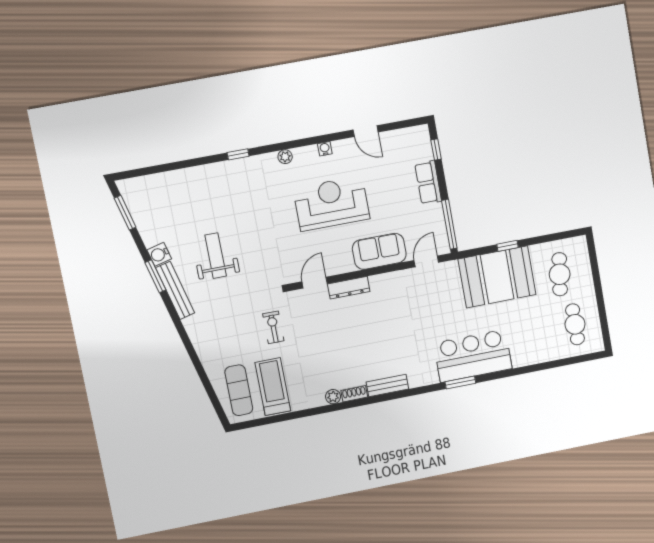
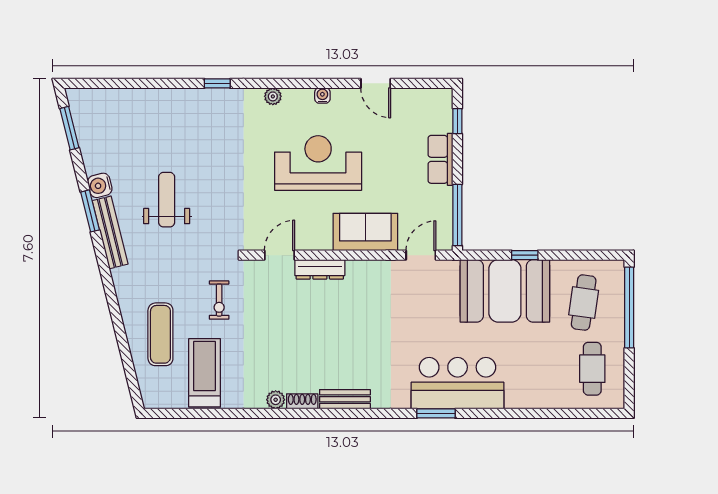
window: (595, 271) -> (629, 307), added
exercise bike: (273, 327) -> (219, 300), turned 180
exercise mat: (239, 390) -> (160, 334), moved

